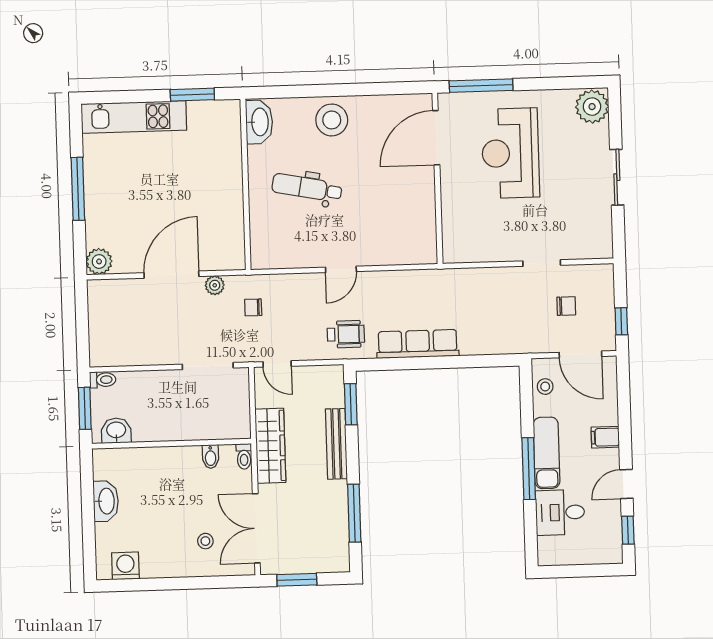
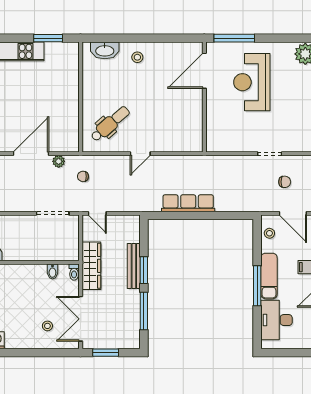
stool: (332, 120) -> (137, 57), width x0.53, depth x0.53
washbasin: (259, 122) -> (105, 50), moved, turned 90
dental chair: (307, 188) -> (110, 124), moved, turned 128
wheelchair: (346, 334) -> (142, 196), removed
window: (351, 404) -> (144, 270), moved
desk: (560, 512) -> (277, 320), width x1.37

